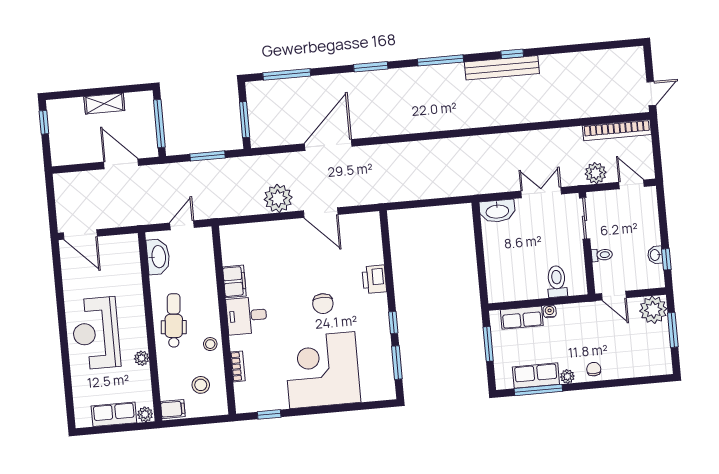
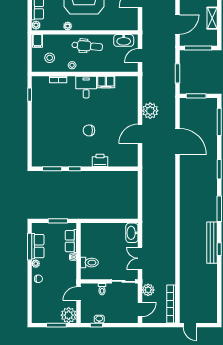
double door: (541, 193) -> (140, 258), swing flipped
door: (182, 225) -> (140, 55), swing flipped
corner desk: (322, 370) -> (52, 127), removed

